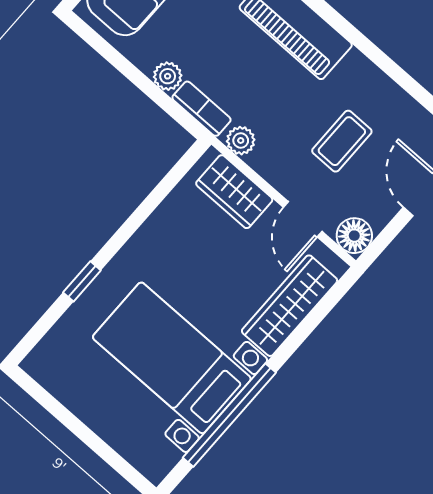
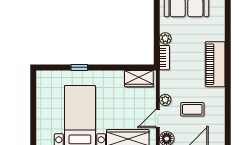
plant: (241, 141) -> (165, 100), moved
wardrobe: (234, 192) -> (139, 79), moved, turned -90

